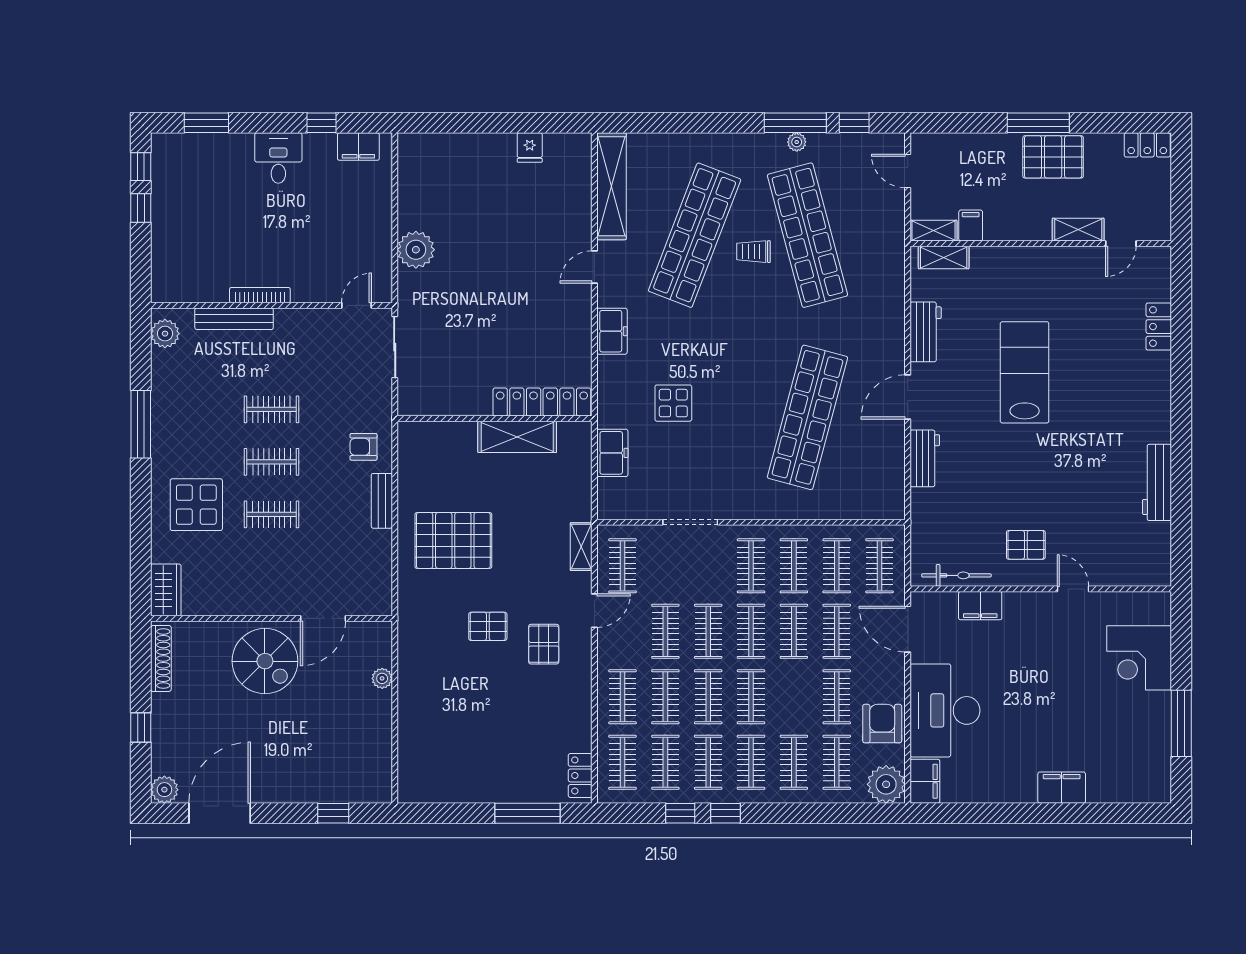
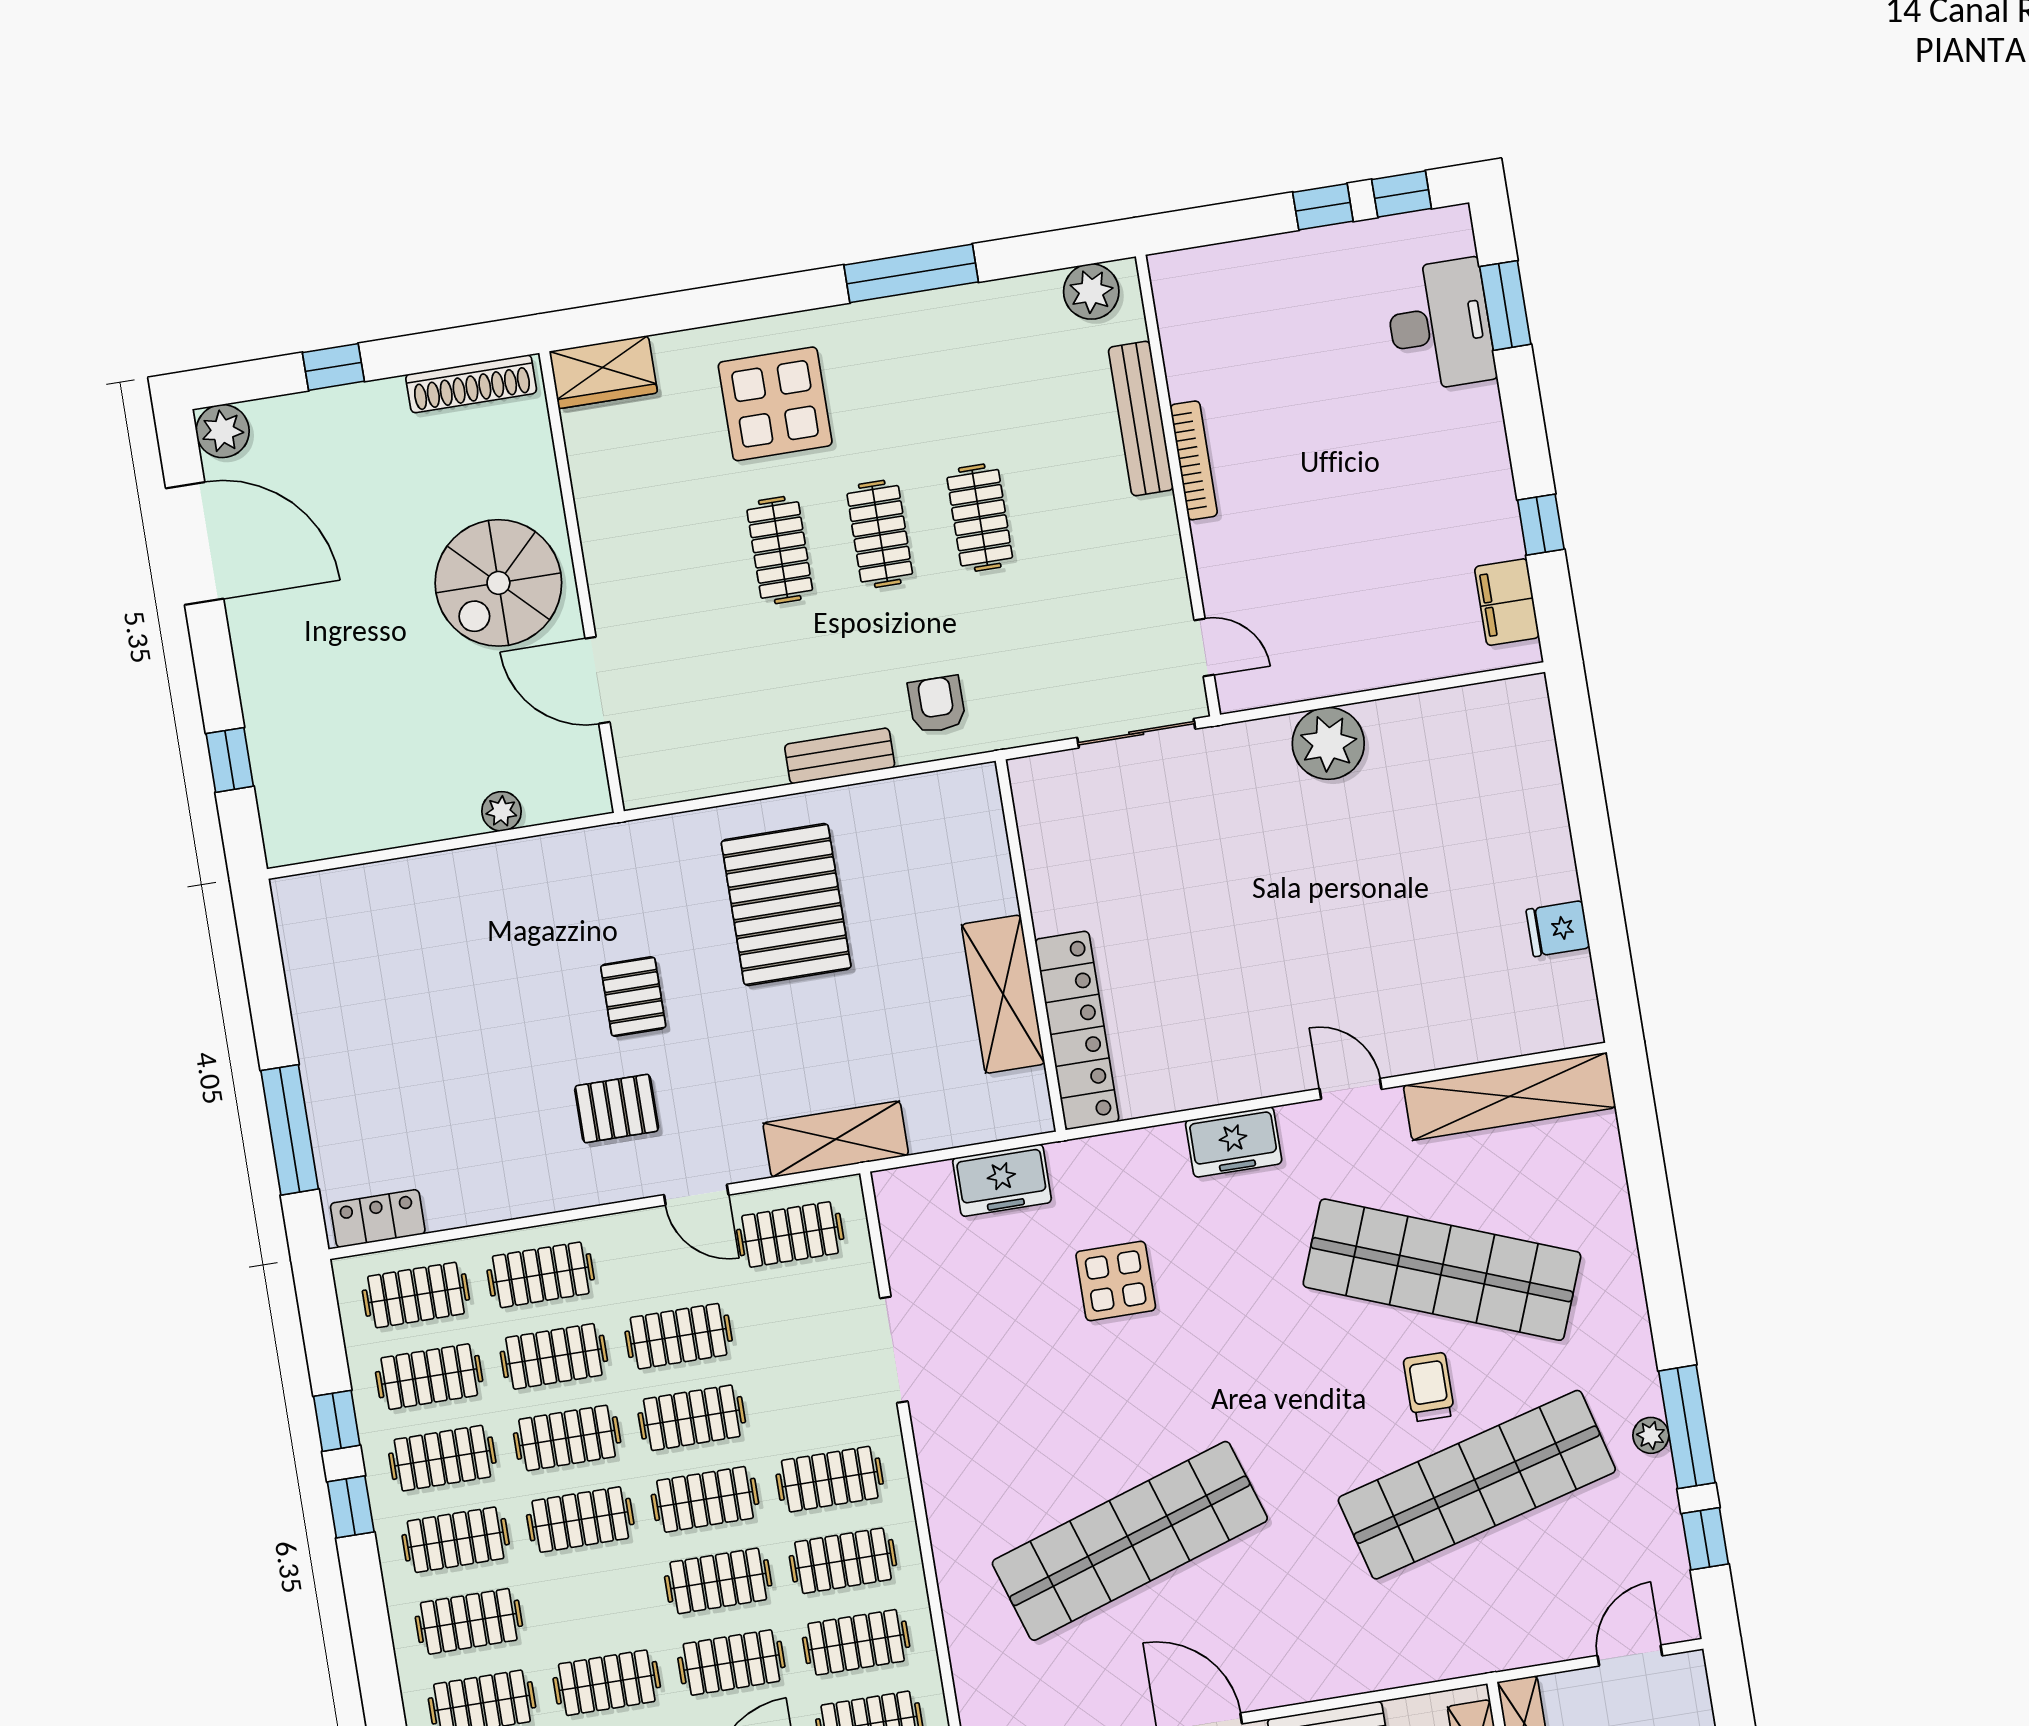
desk: (278, 158) -> (1440, 325), moved, width x1.37
shop shelf: (807, 417) -> (1130, 1541), turned -33
shelving: (581, 547) -> (836, 1139), width x1.50, depth x1.33

